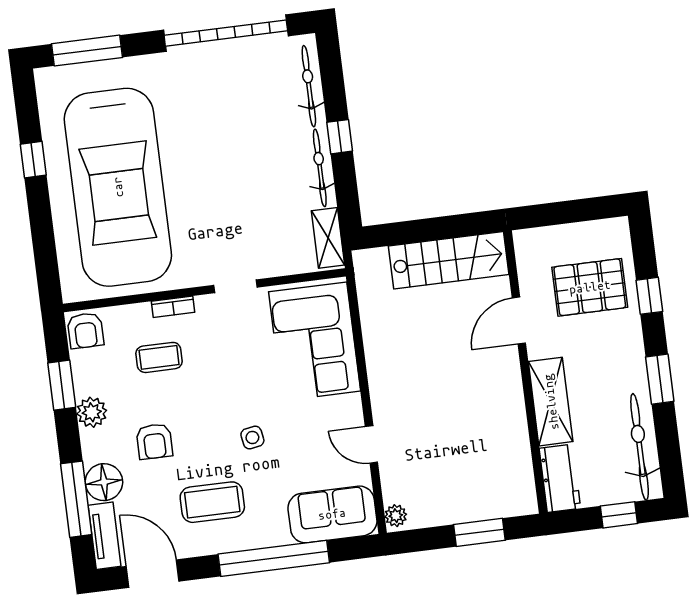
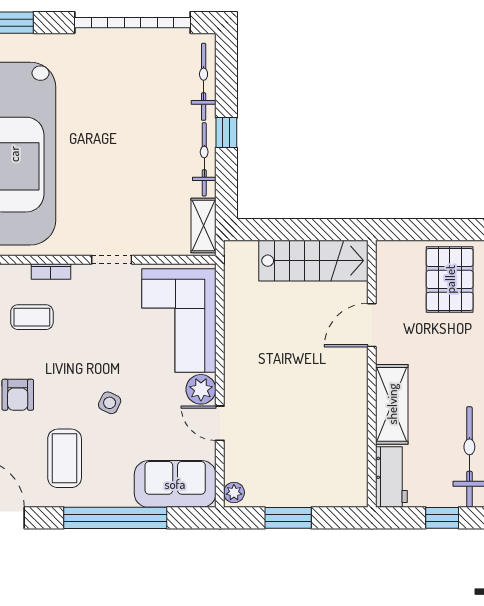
pallet: (590, 287) -> (450, 279), moved, turned 90
plant: (347, 411) -> (201, 389), added
side table: (252, 438) -> (110, 403), turned 36
coffee table: (212, 502) -> (65, 458), turned 90
window: (479, 532) -> (288, 518), moved

